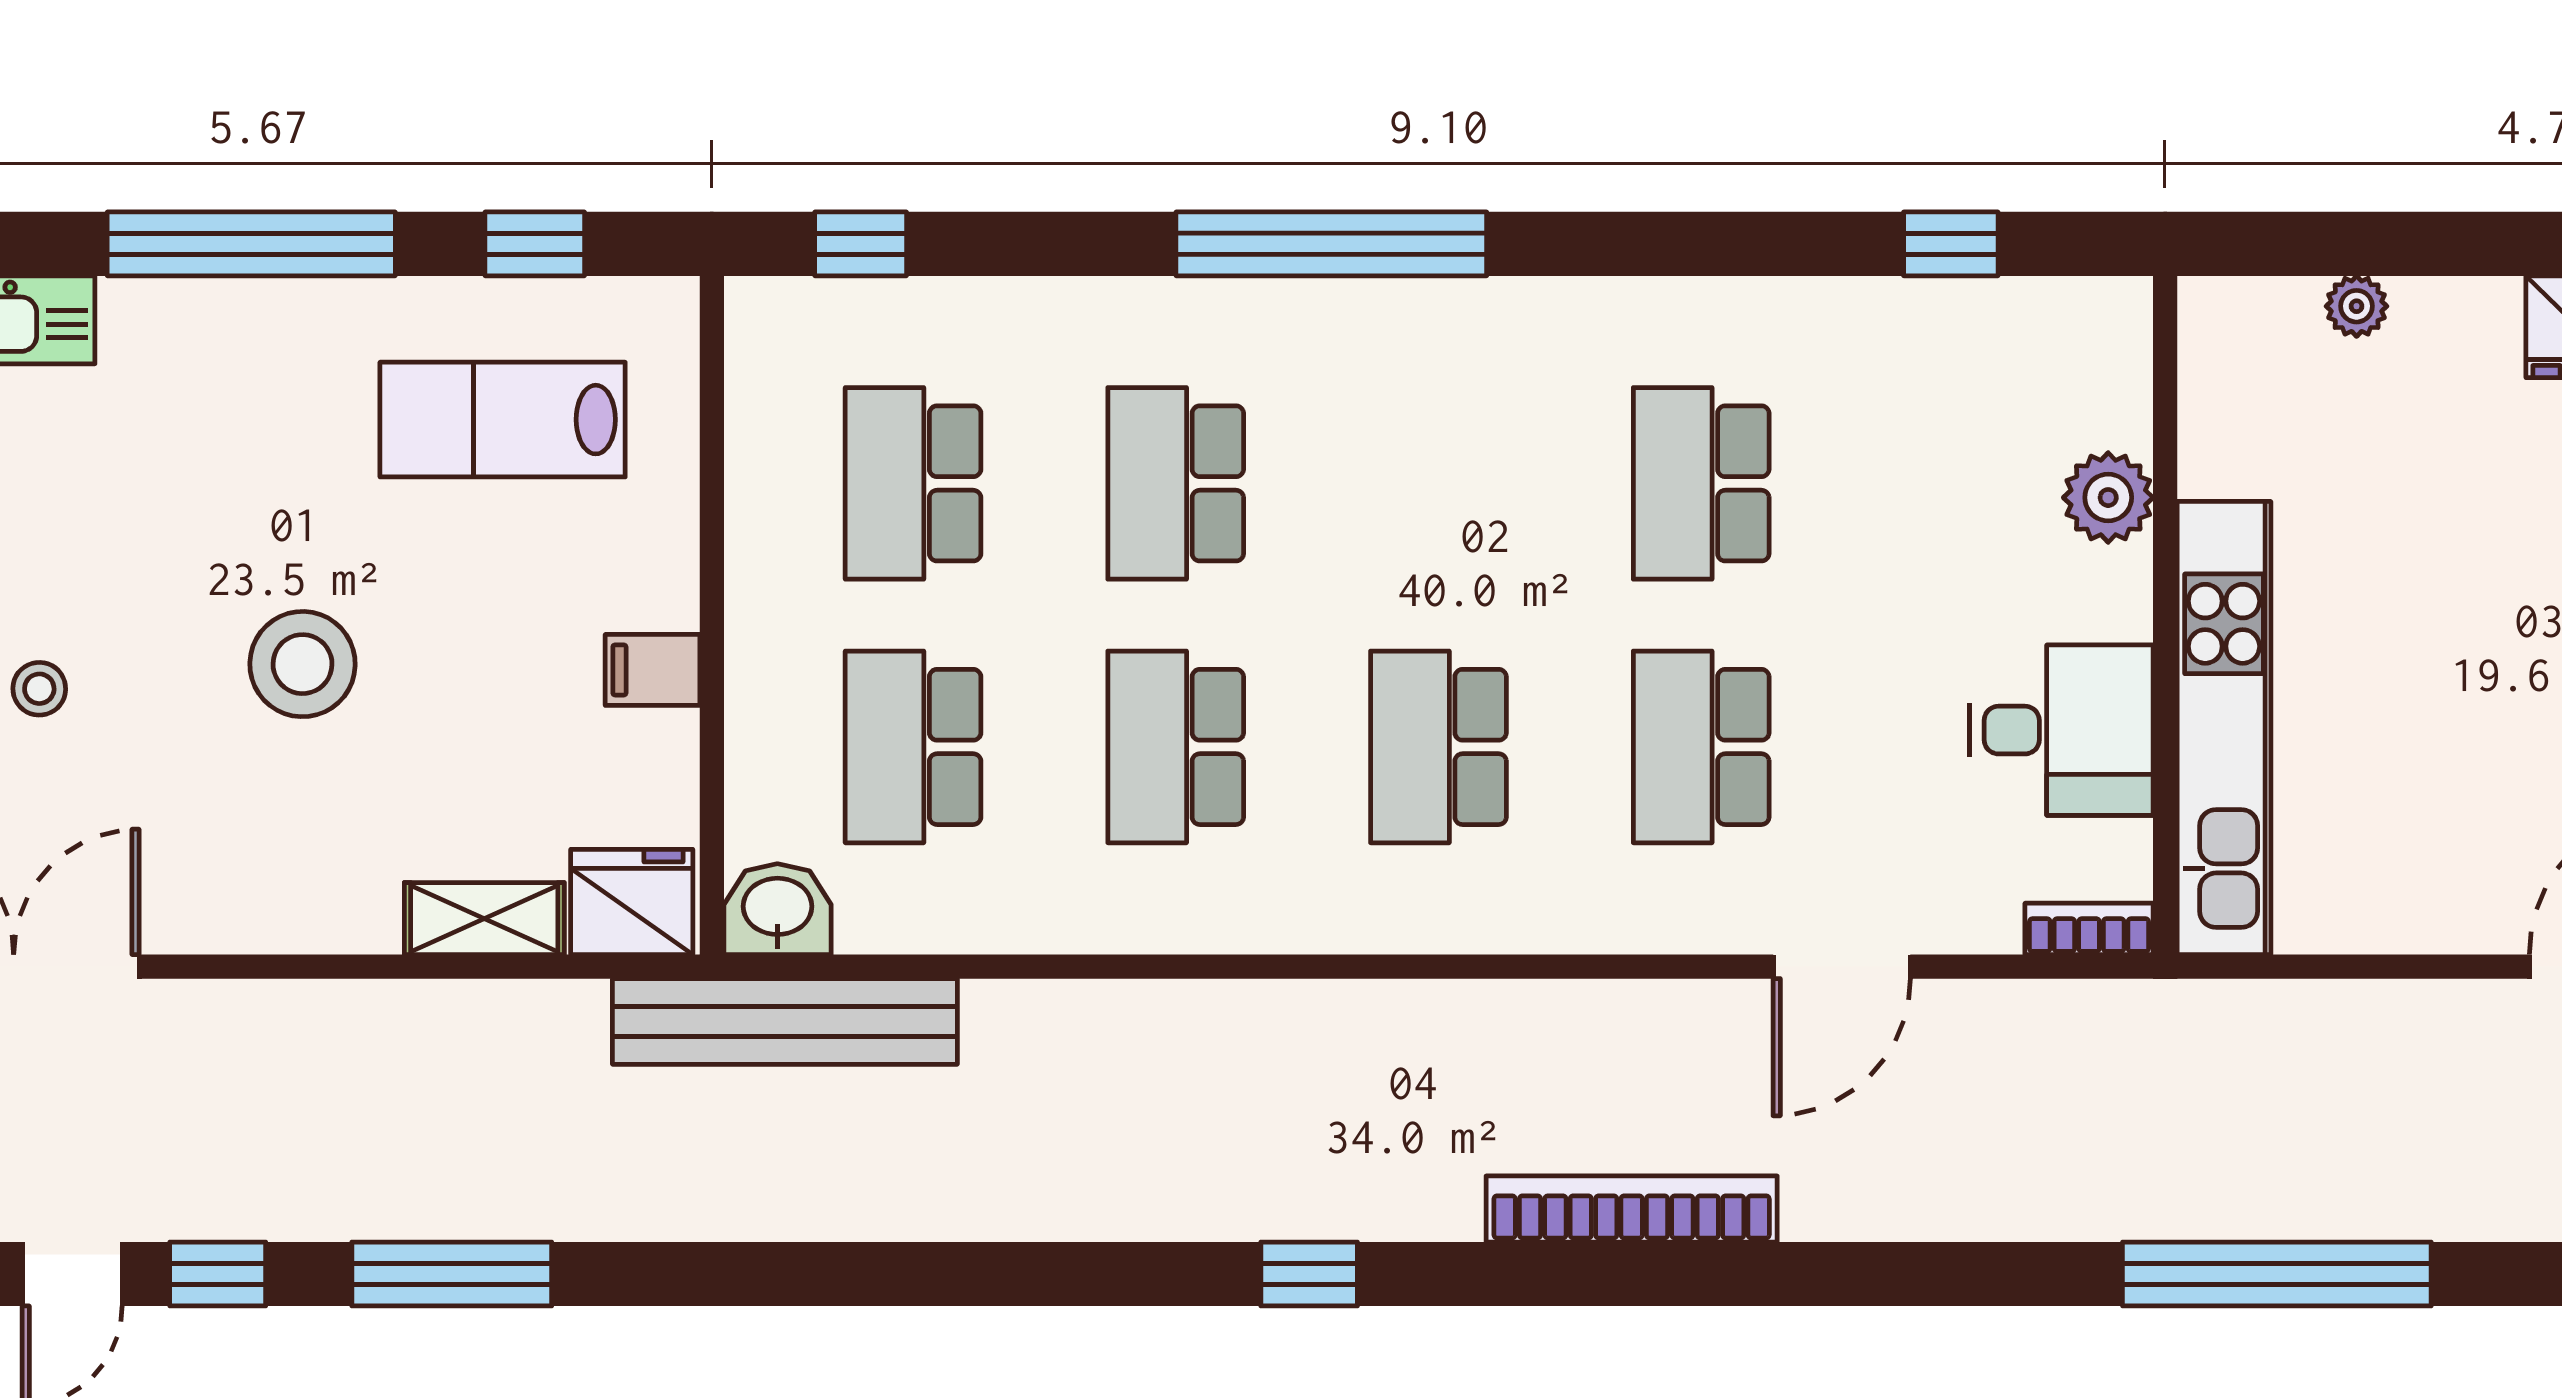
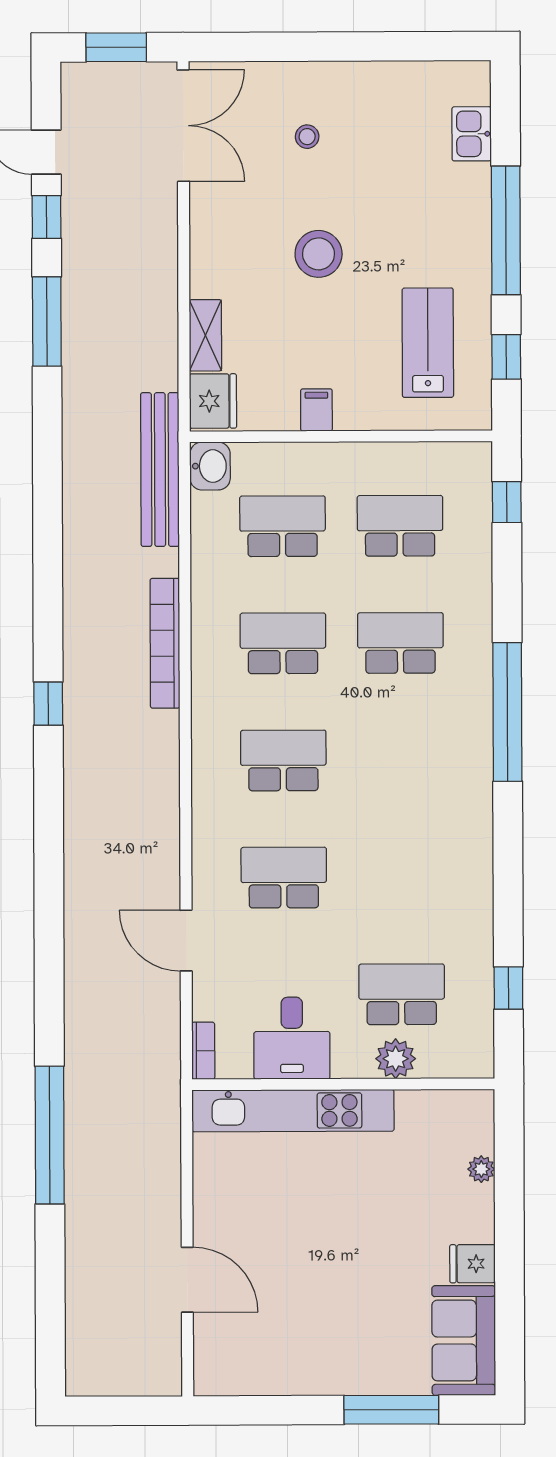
school desk: (1701, 483) -> (402, 994), moved
bookcase: (1632, 1209) -> (165, 643), moved, turned 180

